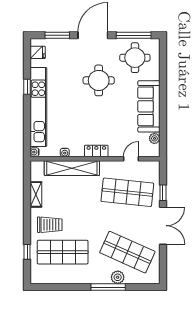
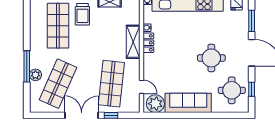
window: (134, 35) -> (252, 89), width x0.46
plant: (154, 138) -> (155, 104), width x1.87, depth x1.87
locker: (96, 151) -> (148, 43), moved
shelving: (72, 168) -> (133, 42), width x0.68
double door: (163, 226) -> (82, 115), swing flipped

